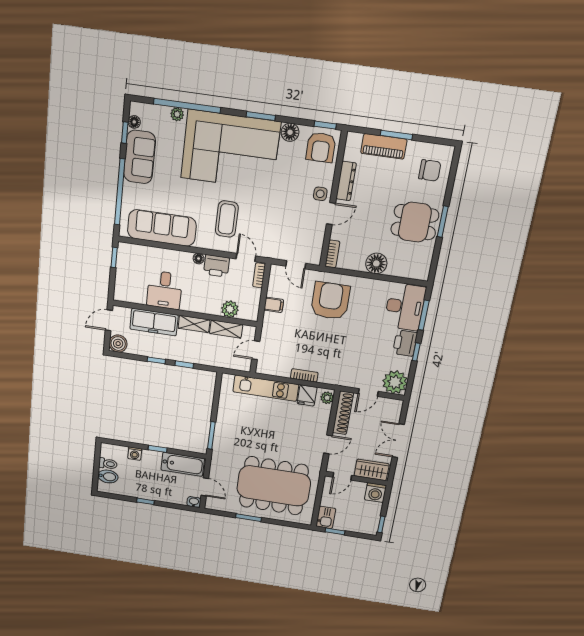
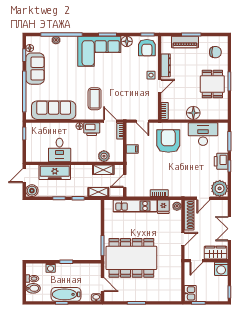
corner sofa: (230, 150) -> (99, 51), width x0.73, depth x0.74
dining table: (415, 222) -> (212, 84), turned 90
desk: (405, 307) -> (203, 134), moved, turned -90
shelving: (194, 324) -> (98, 192), moved
bathtub: (183, 464) -> (66, 294), moved, turned 180
dining table: (274, 486) -> (131, 258), moved

